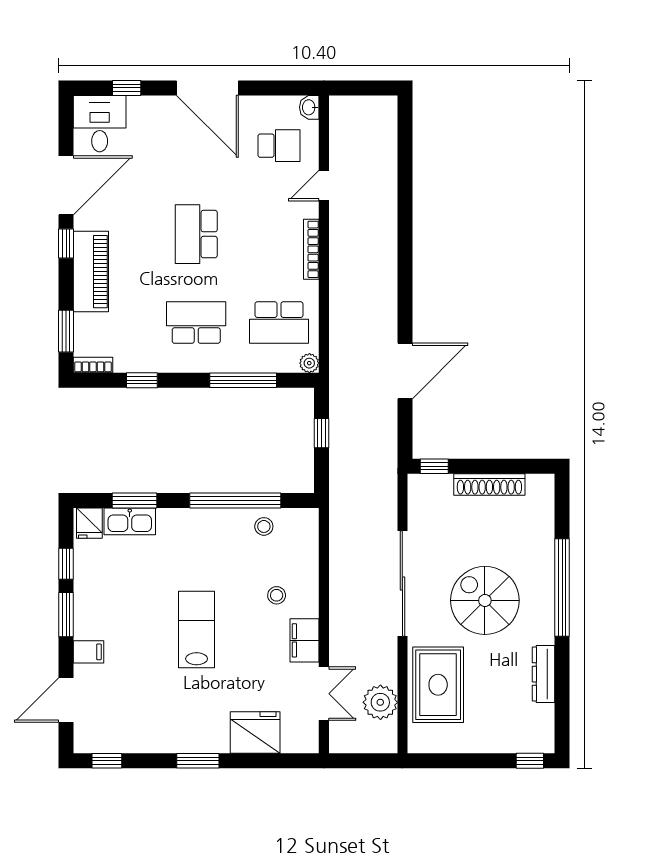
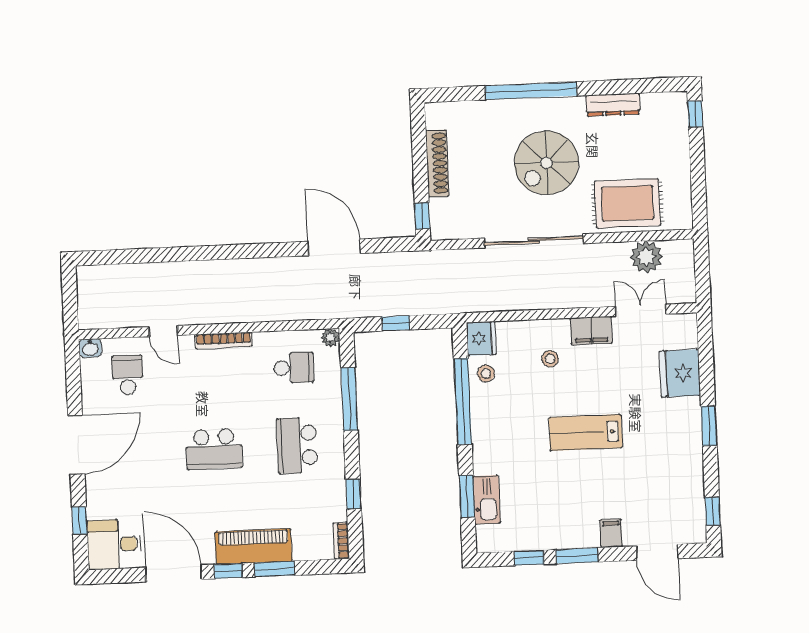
school desk: (279, 323) -> (294, 368), width x0.54
window: (66, 331) -> (275, 569), moved
fridge: (89, 523) -> (481, 339), moved, width x1.38

